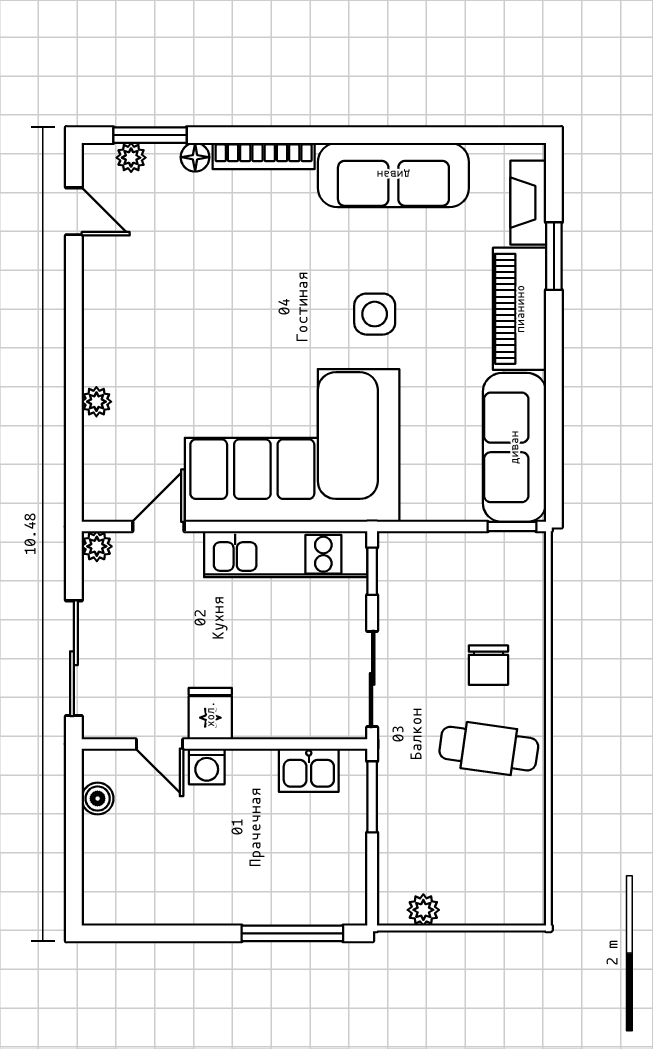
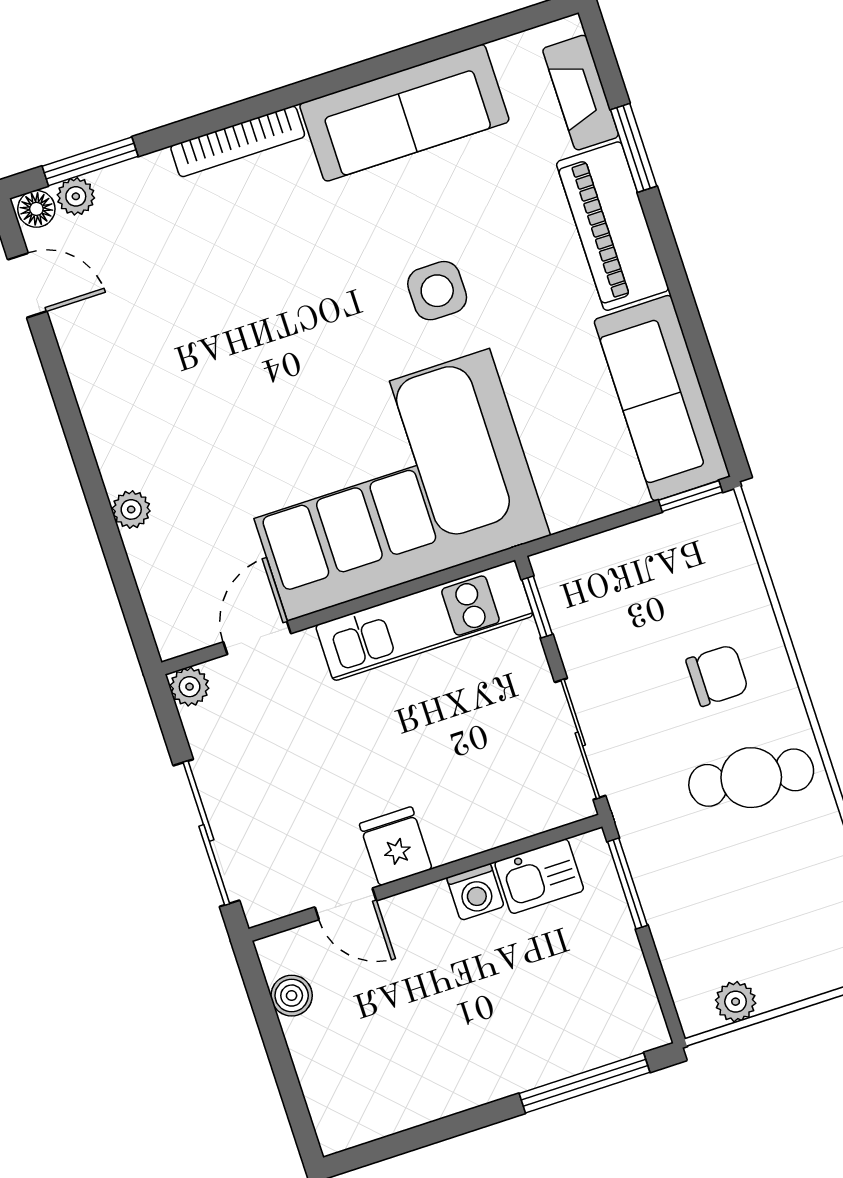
floor lamp: (195, 157) -> (36, 209), moved
chair: (488, 665) -> (717, 675), turned -90
washing machine: (207, 766) -> (475, 892), moved

